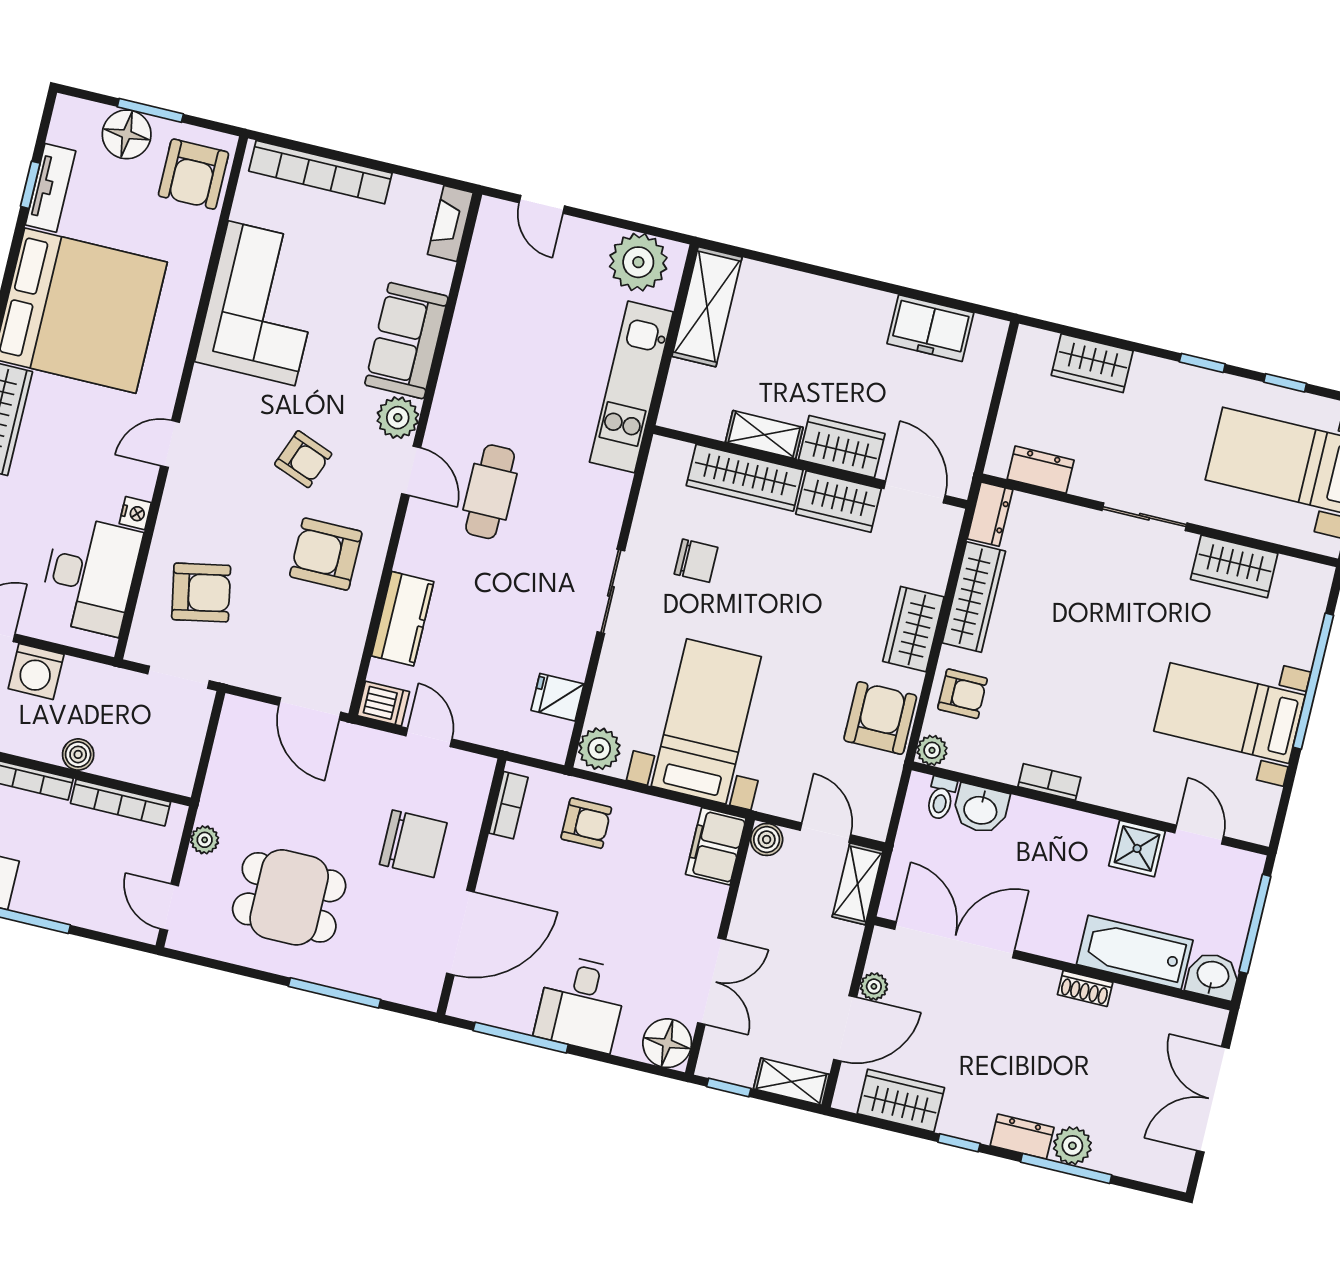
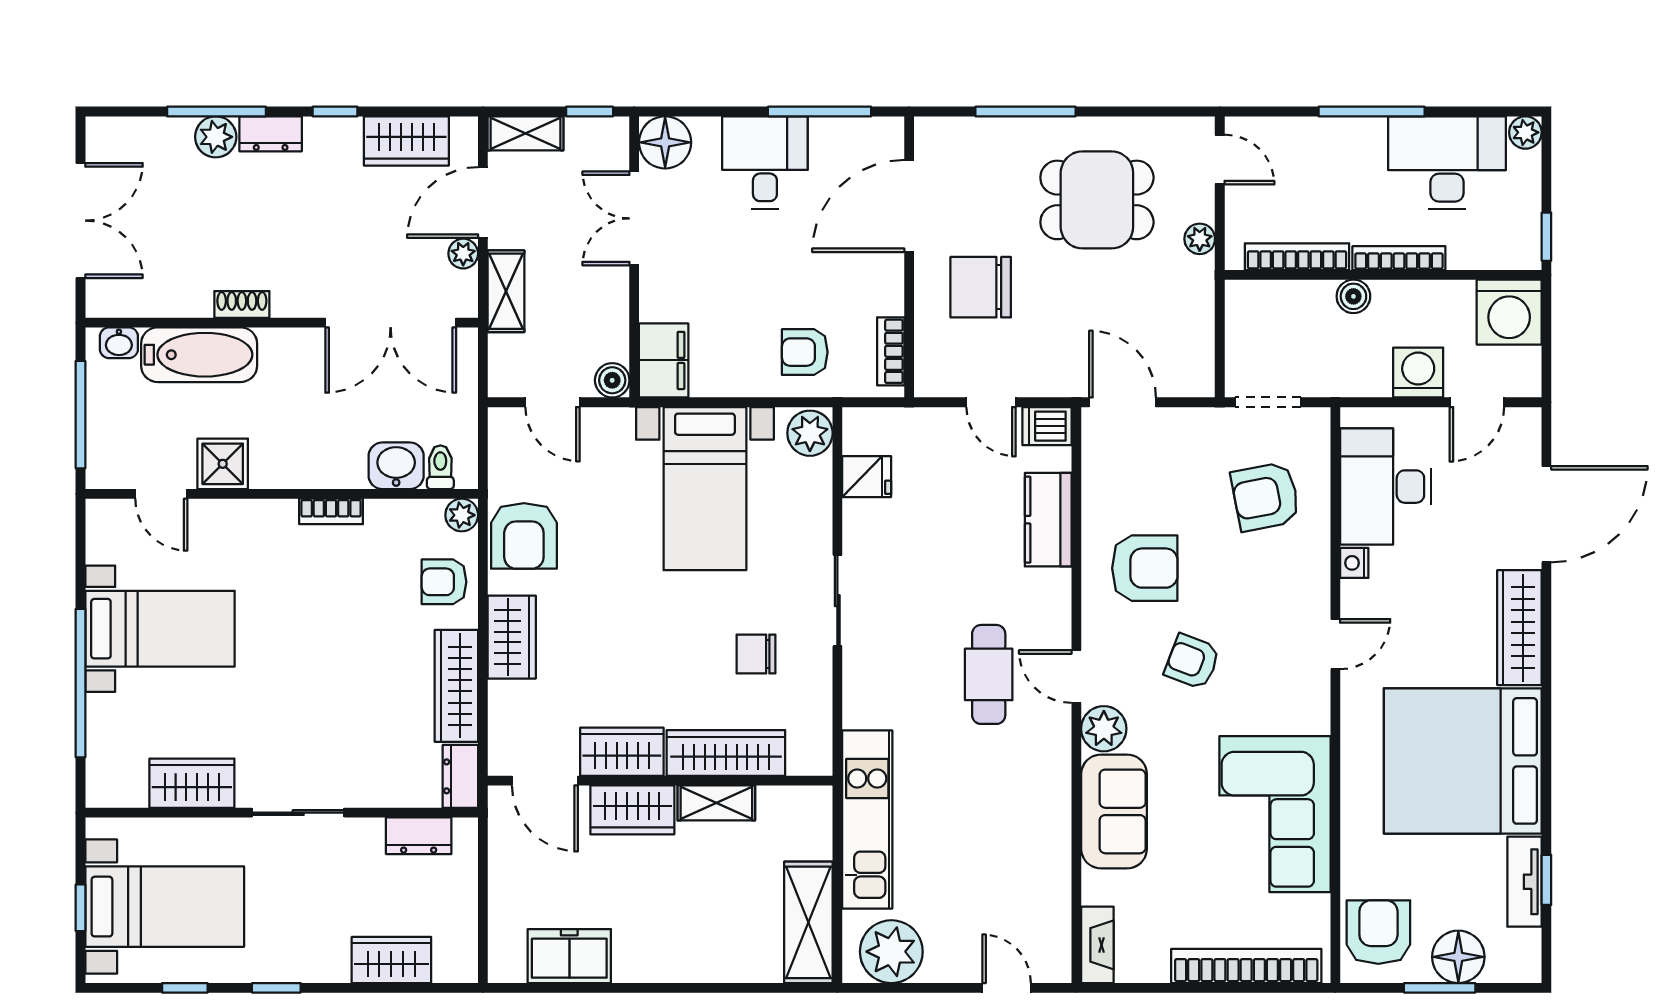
shelving: (858, 884) -> (506, 291), moved
washbasin: (1213, 976) -> (119, 343), width x0.72, depth x0.69

